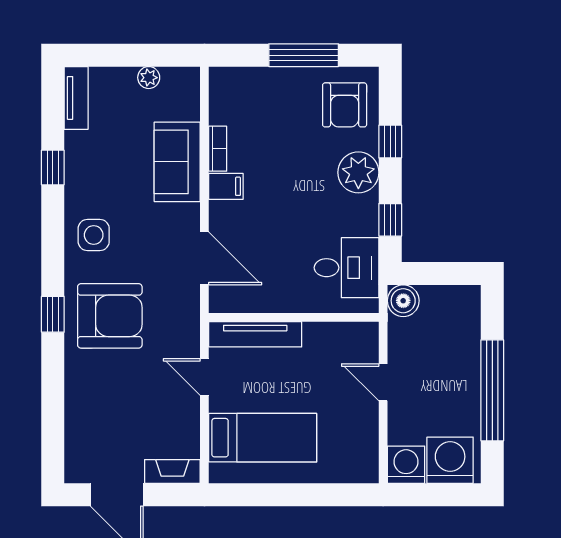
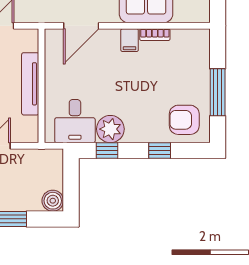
plant: (358, 172) -> (110, 129), moved
boiler: (403, 301) -> (53, 201), moved
tv unit: (255, 334) -> (30, 84), moved

